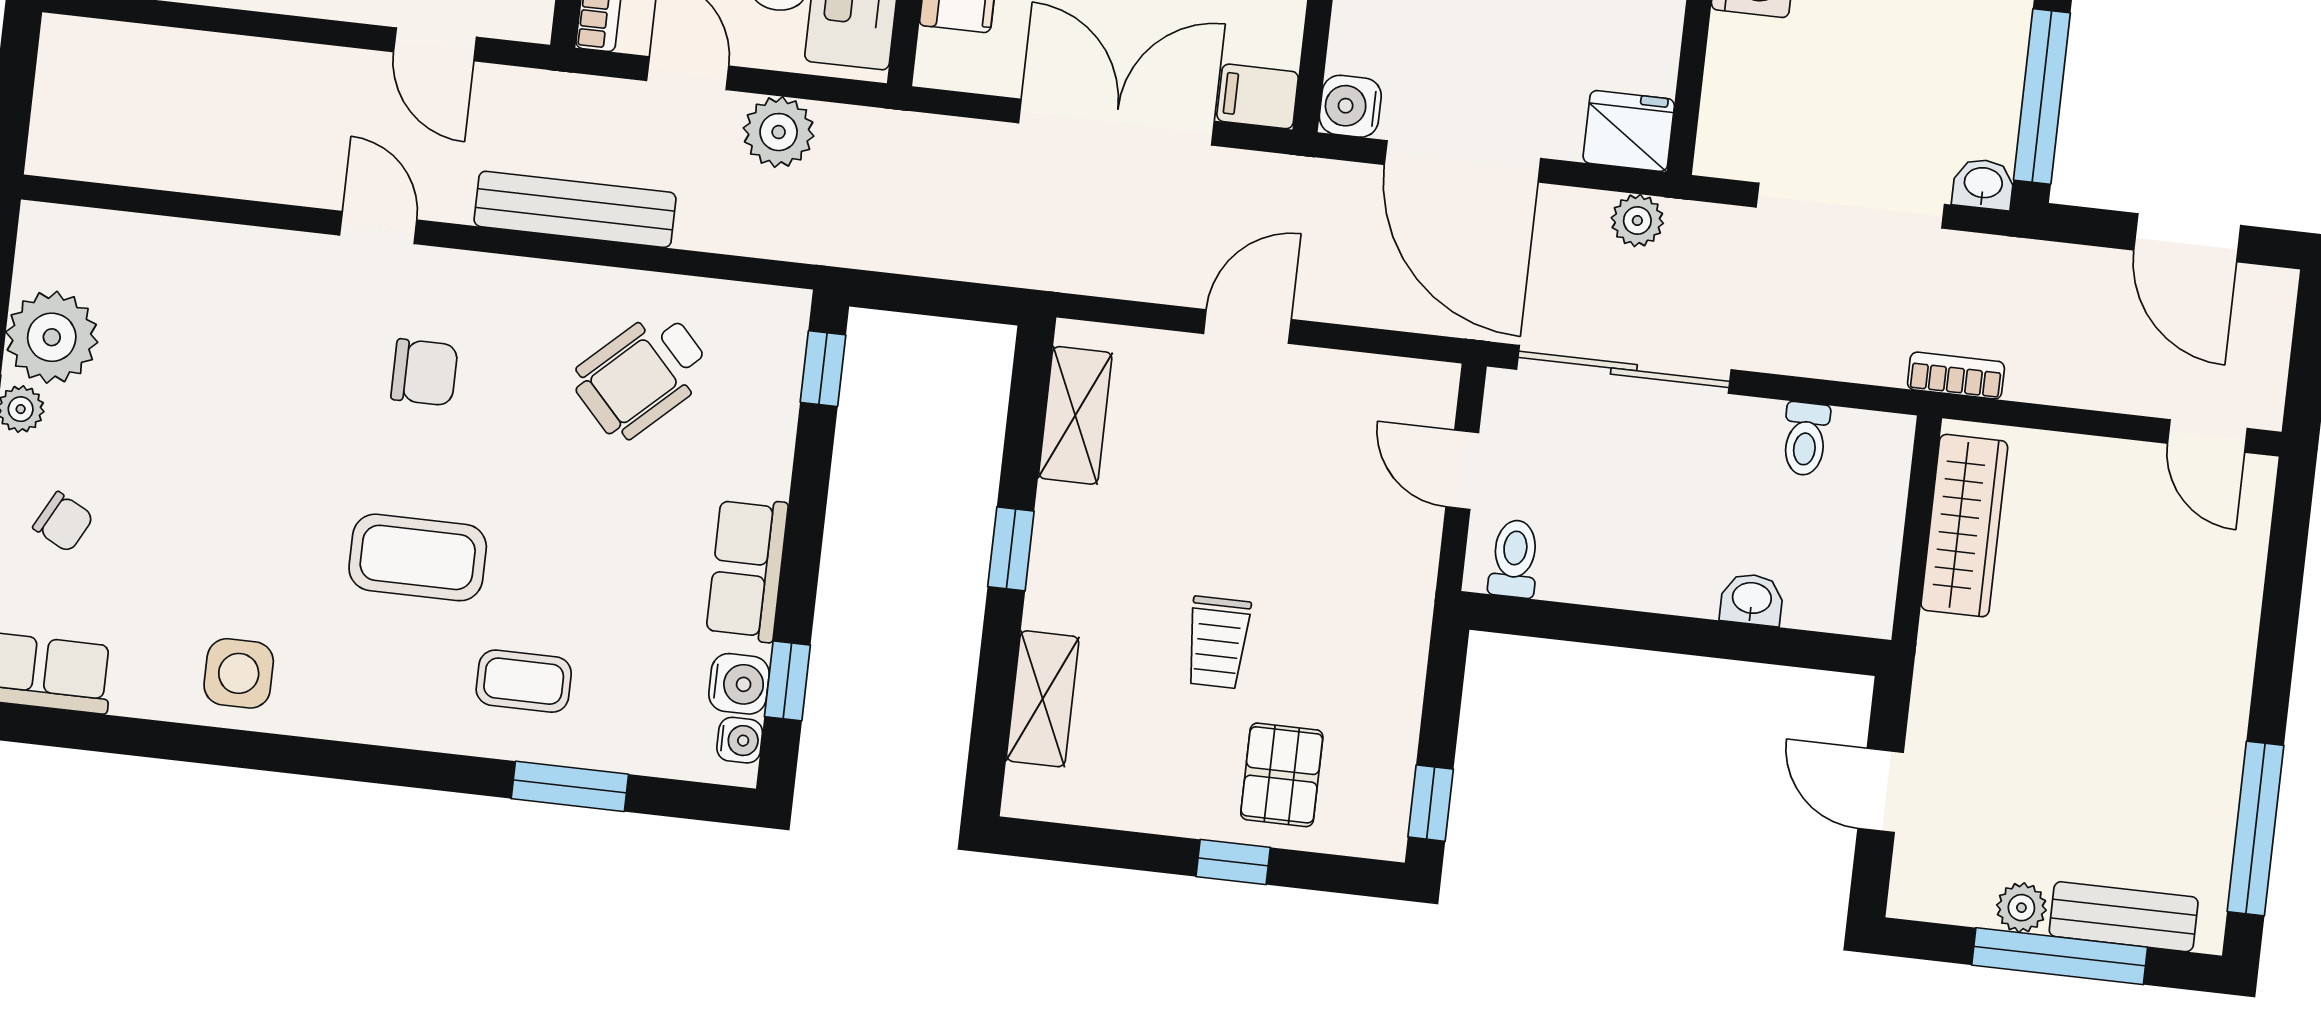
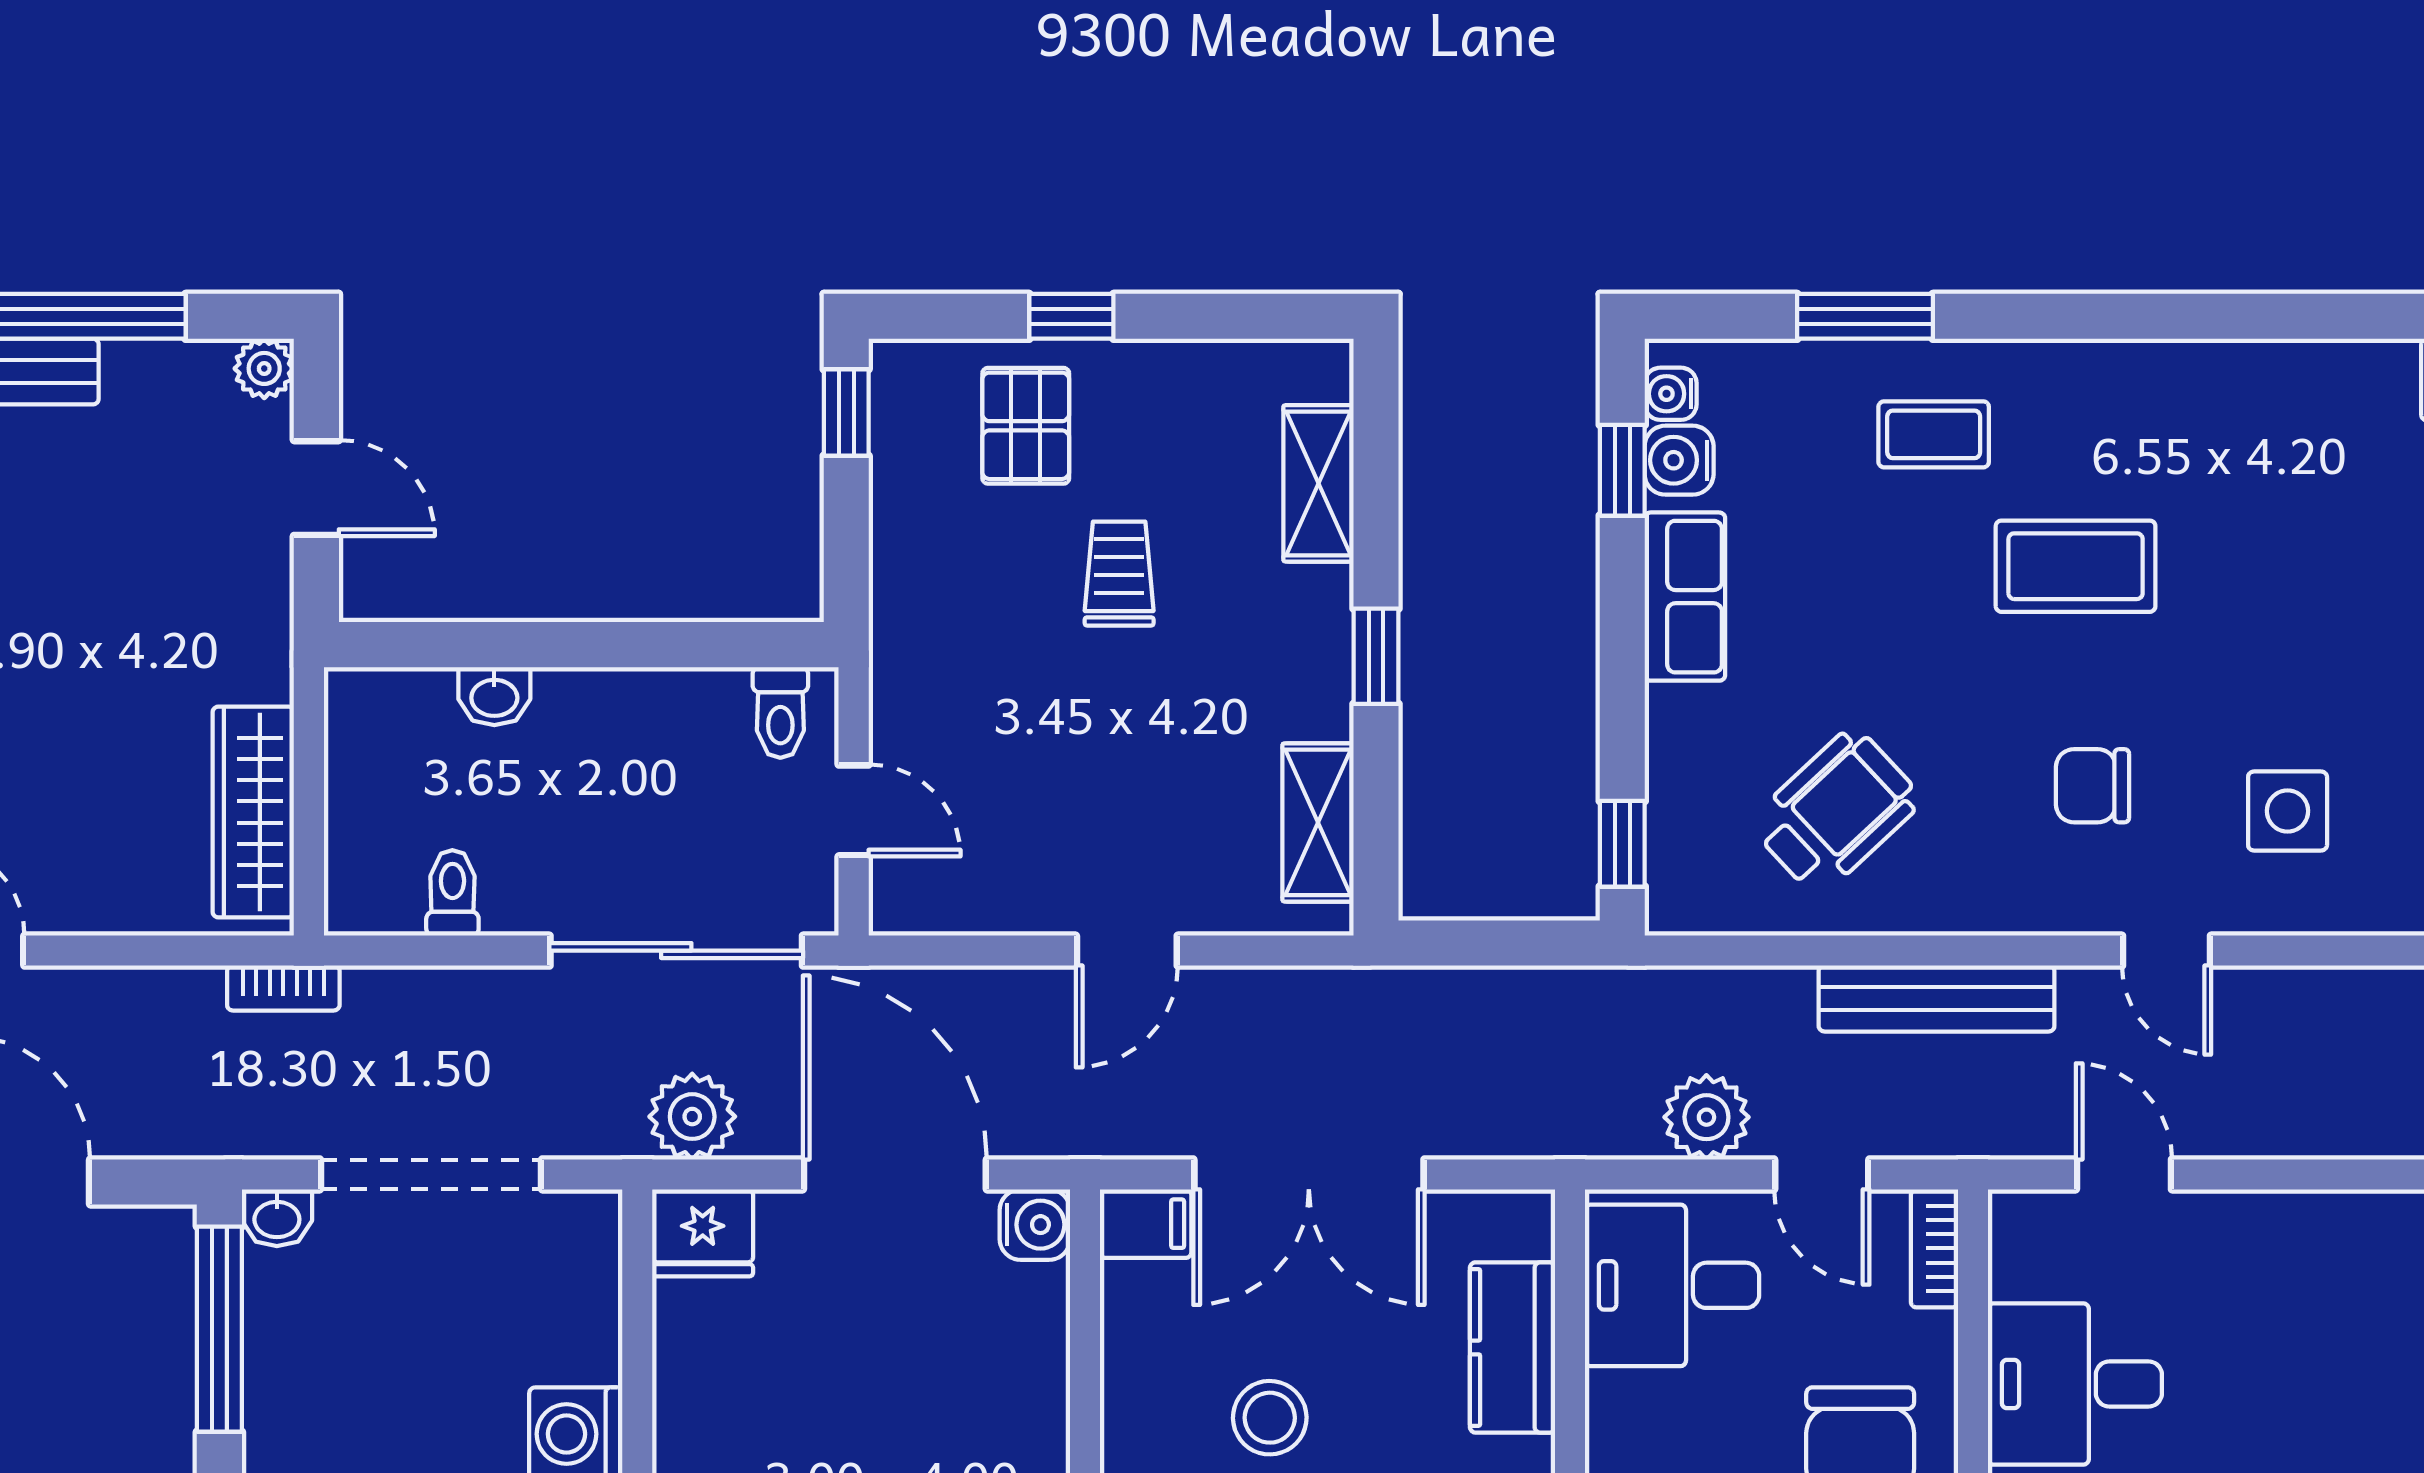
plant: (1637, 220) -> (692, 1117), width x1.38, depth x1.38
side table: (239, 673) -> (2288, 811), moved
plant: (2021, 908) -> (264, 368), moved

